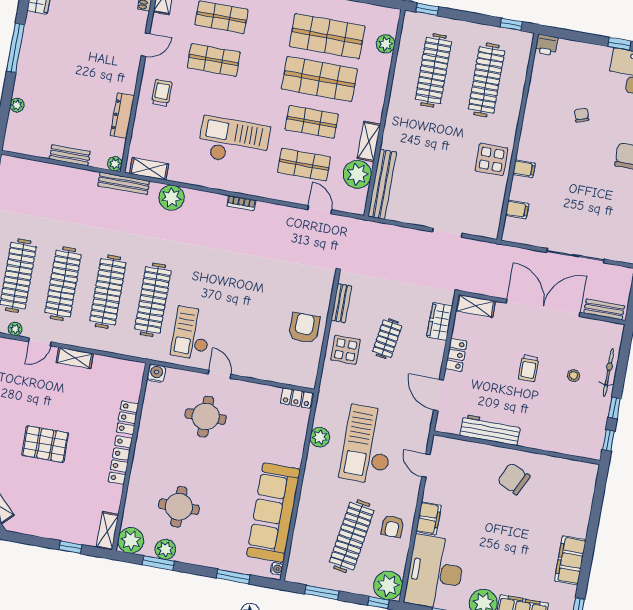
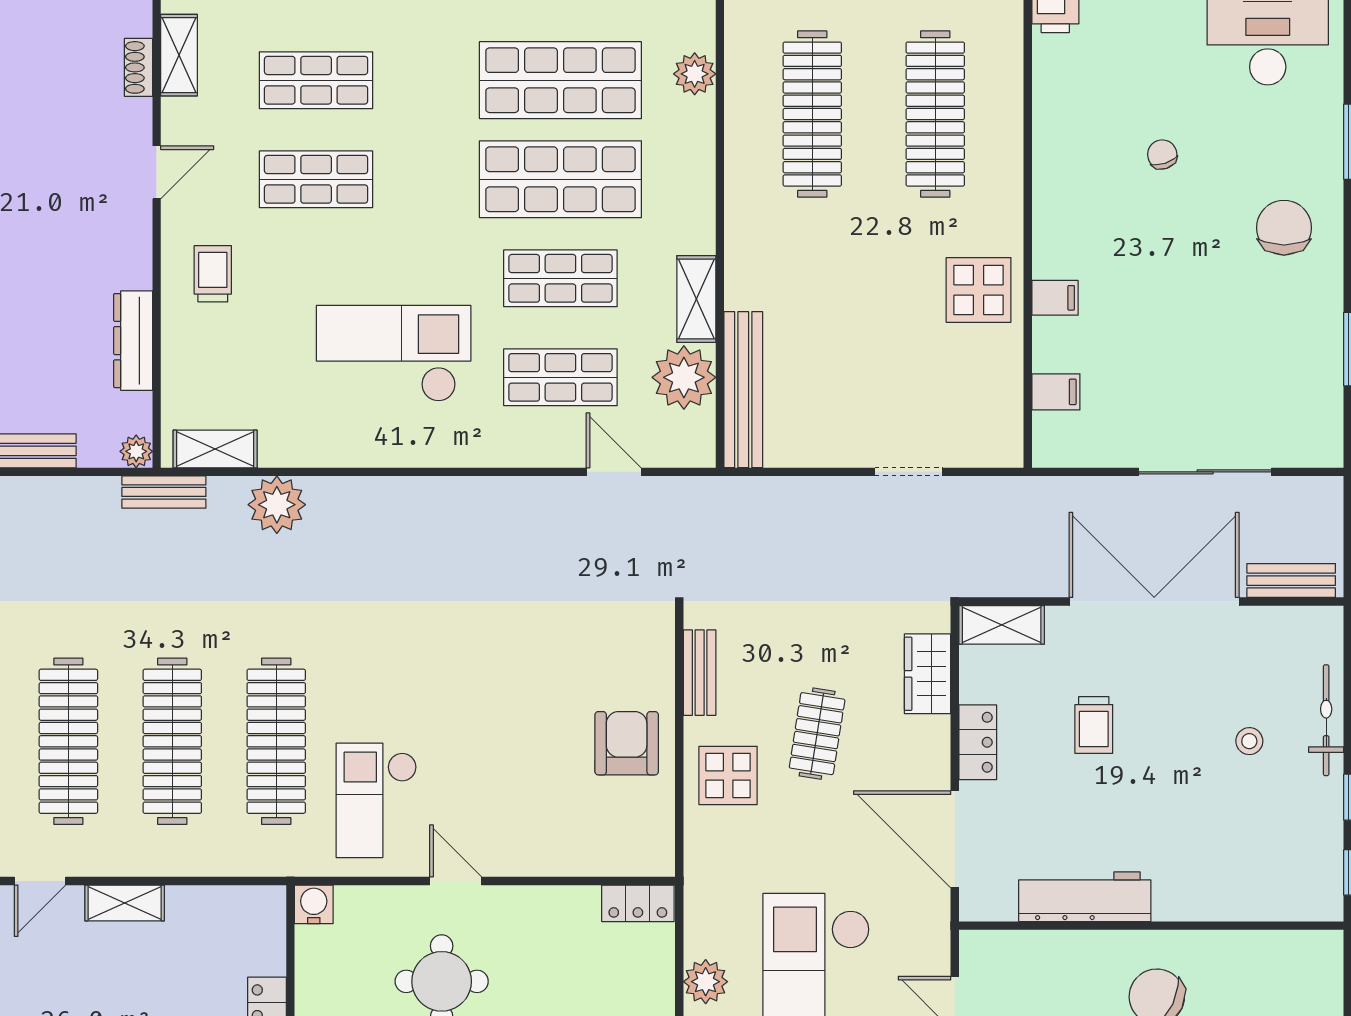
bench: (124, 183) -> (164, 492), width x0.73
bookcase: (241, 203) -> (435, 488), removed
trolley: (529, 368) -> (1094, 725), moved
door: (439, 395) -> (955, 839), width x1.36

